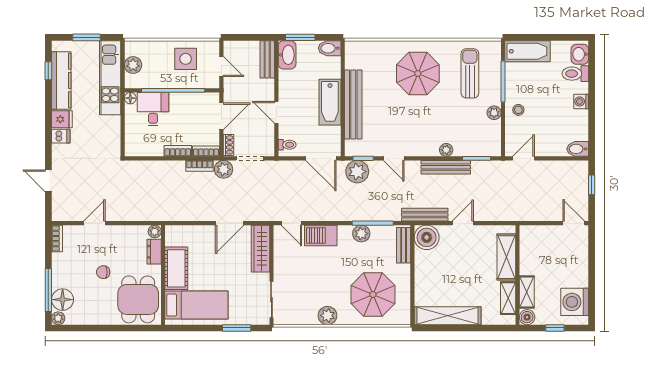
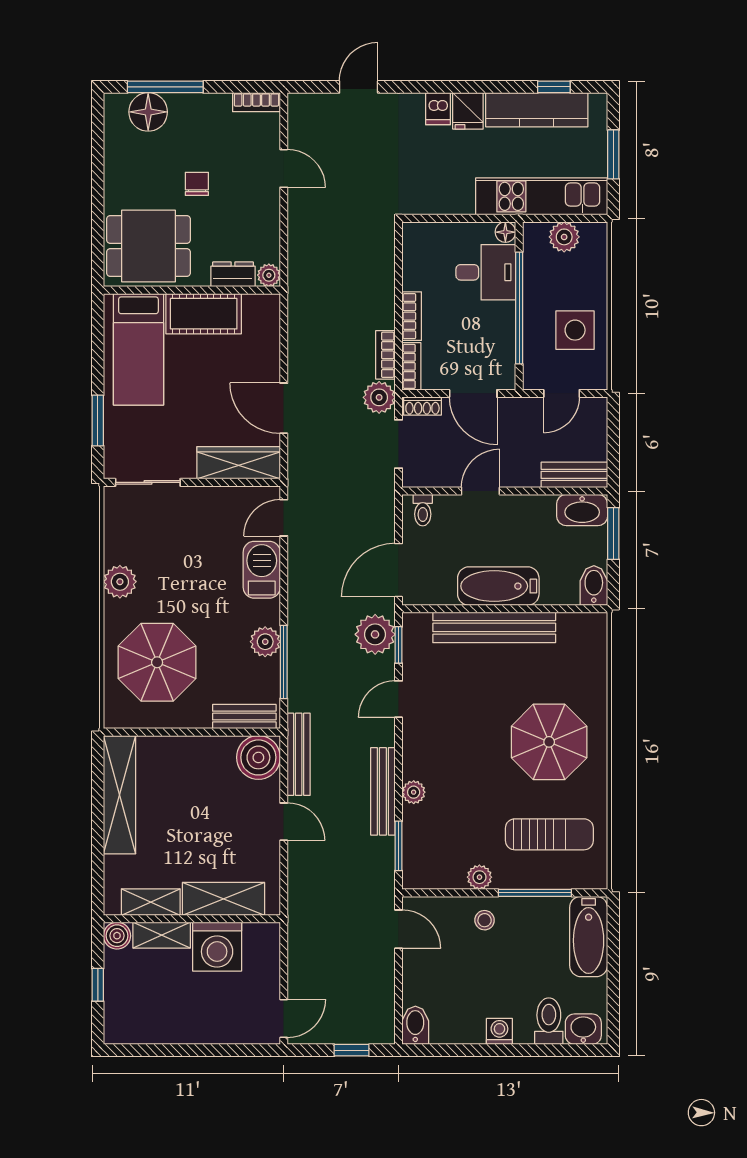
washing machine: (575, 302) -> (217, 947), moved, turned 180
plant: (58, 318) -> (115, 104), removed

